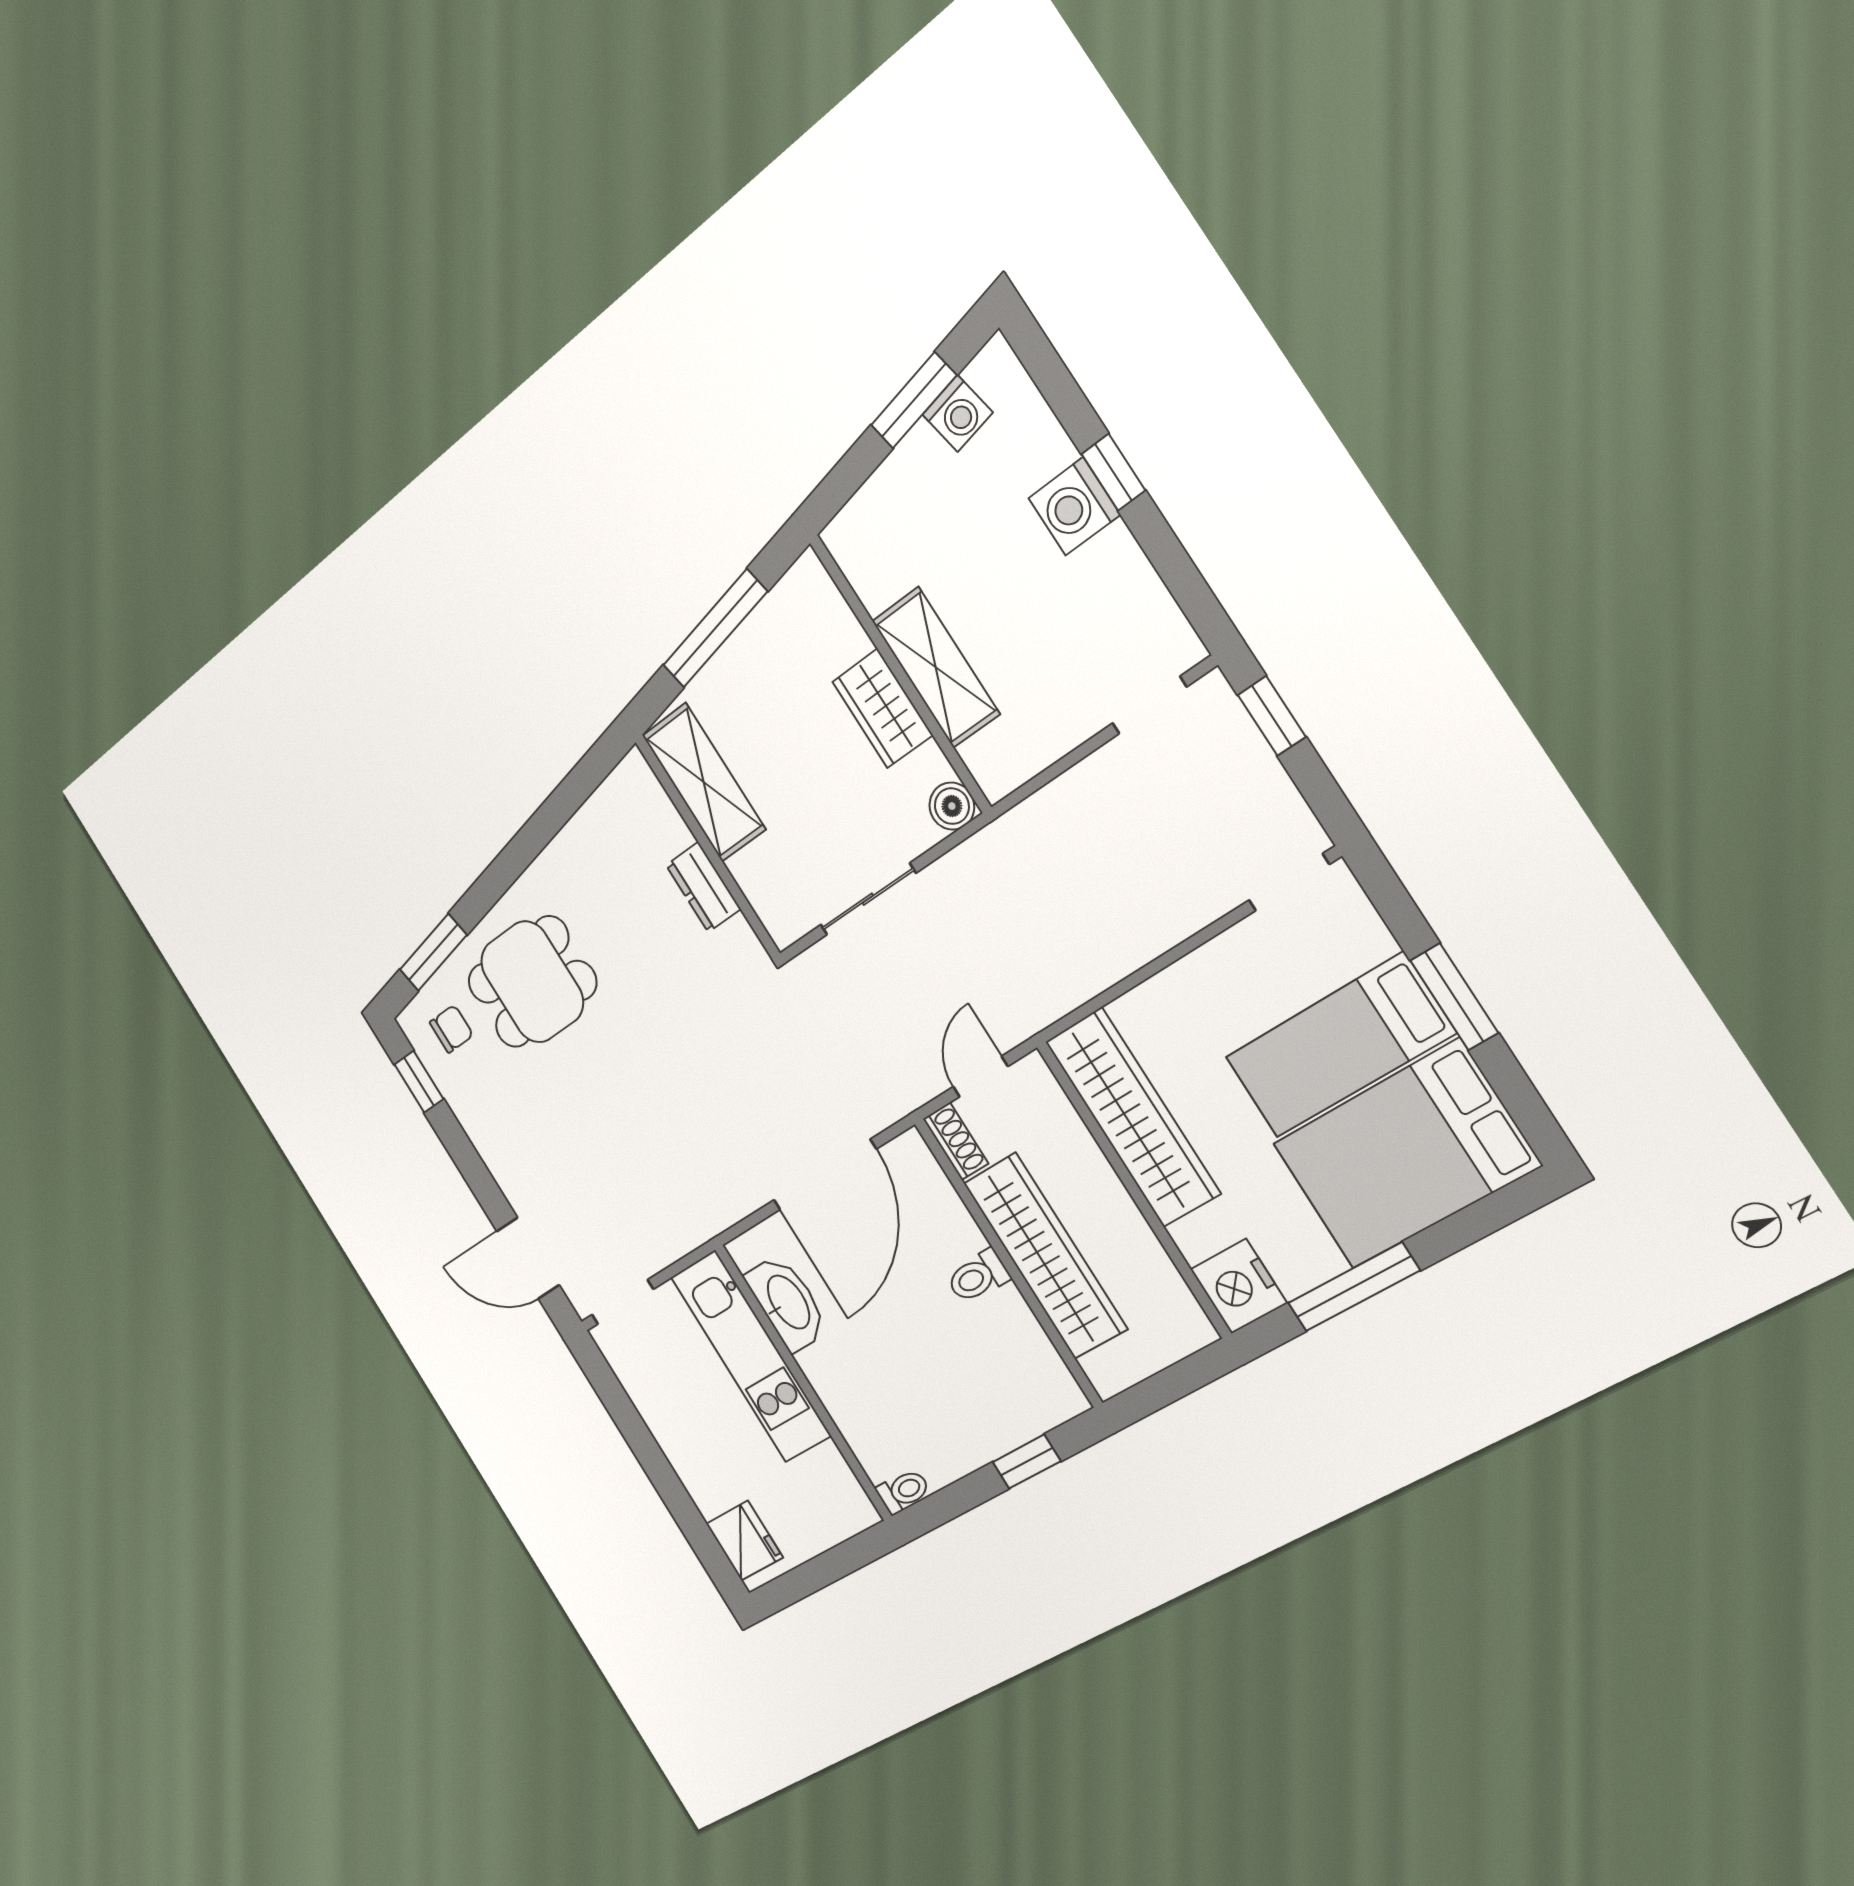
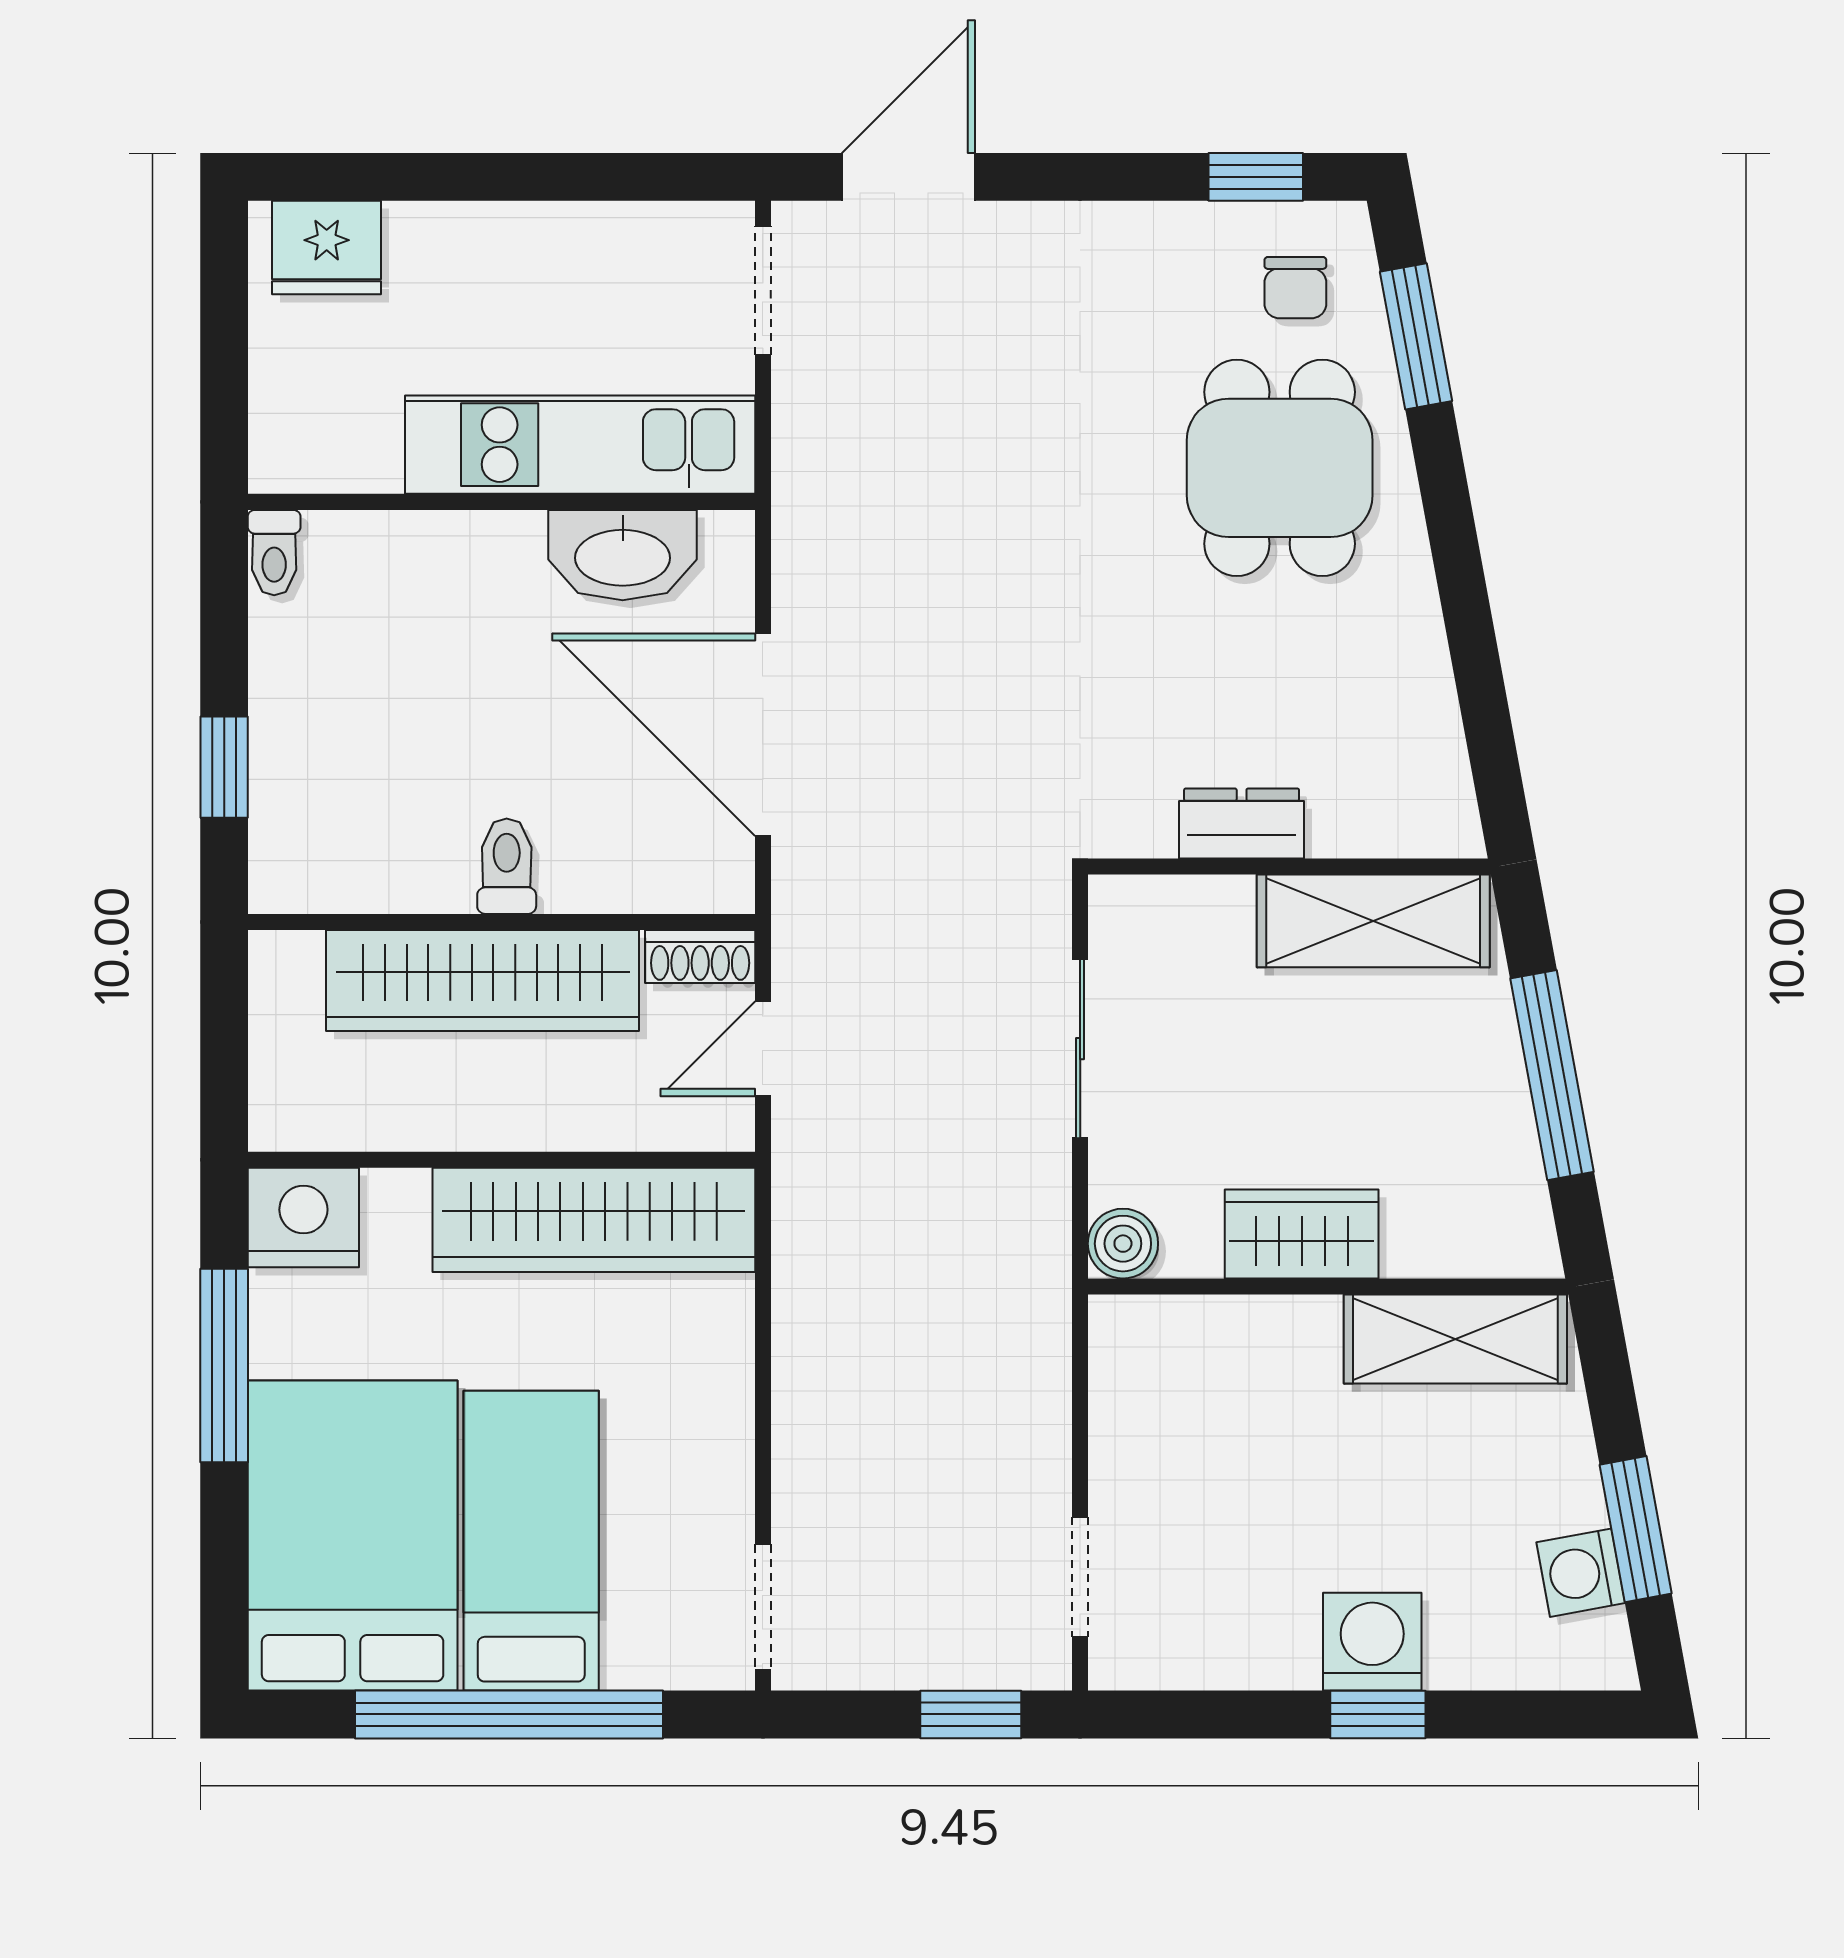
shelving: (936, 667) -> (1455, 1339), moved
window: (1454, 997) -> (509, 1714), width x2.11
door: (980, 1077) -> (763, 1049), swing flipped

